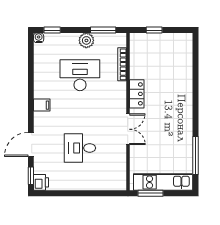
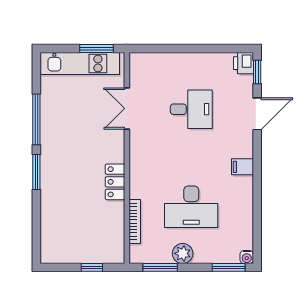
window: (52, 30) -> (229, 267), width x1.50
window: (195, 101) -> (36, 172), added
double door: (128, 129) -> (127, 108), moved
window: (195, 156) -> (36, 119), moved

